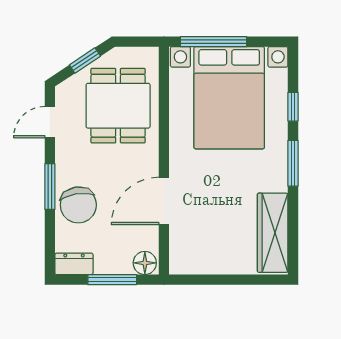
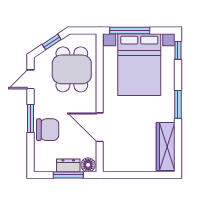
window: (293, 107) -> (178, 50), moved
door: (164, 201) -> (100, 127), hinge flipped
chair: (78, 205) -> (48, 130), turned -81
dresser: (74, 264) -> (68, 165), moved

